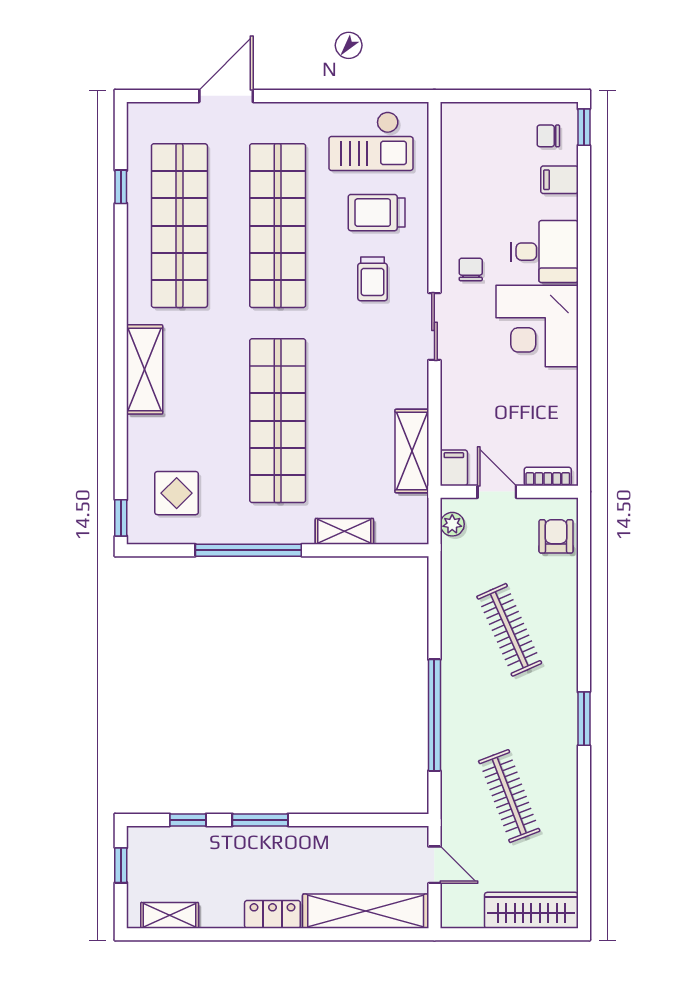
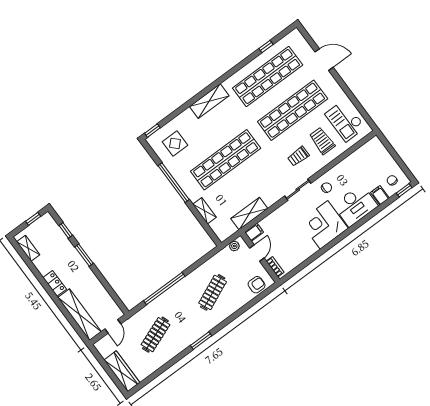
desk: (544, 252) -> (355, 205), width x1.37

